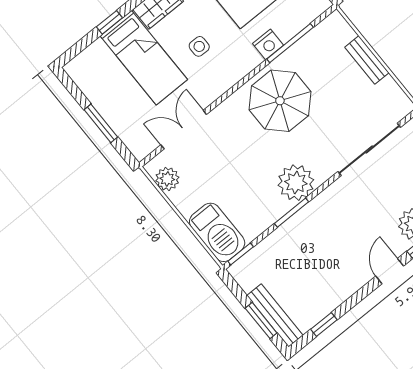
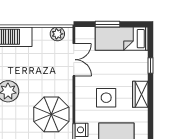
side table: (199, 46) -> (106, 98), width x1.87, depth x1.87
bed: (144, 58) -> (122, 39), moved

